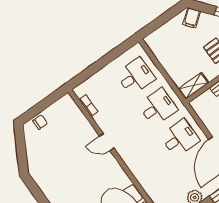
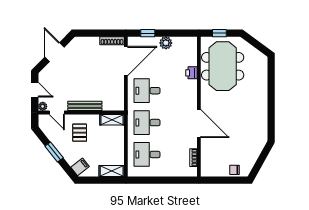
shelving: (158, 36) -> (112, 171), added
door: (107, 142) -> (199, 124), width x1.87
printer: (149, 186) -> (191, 73), added

